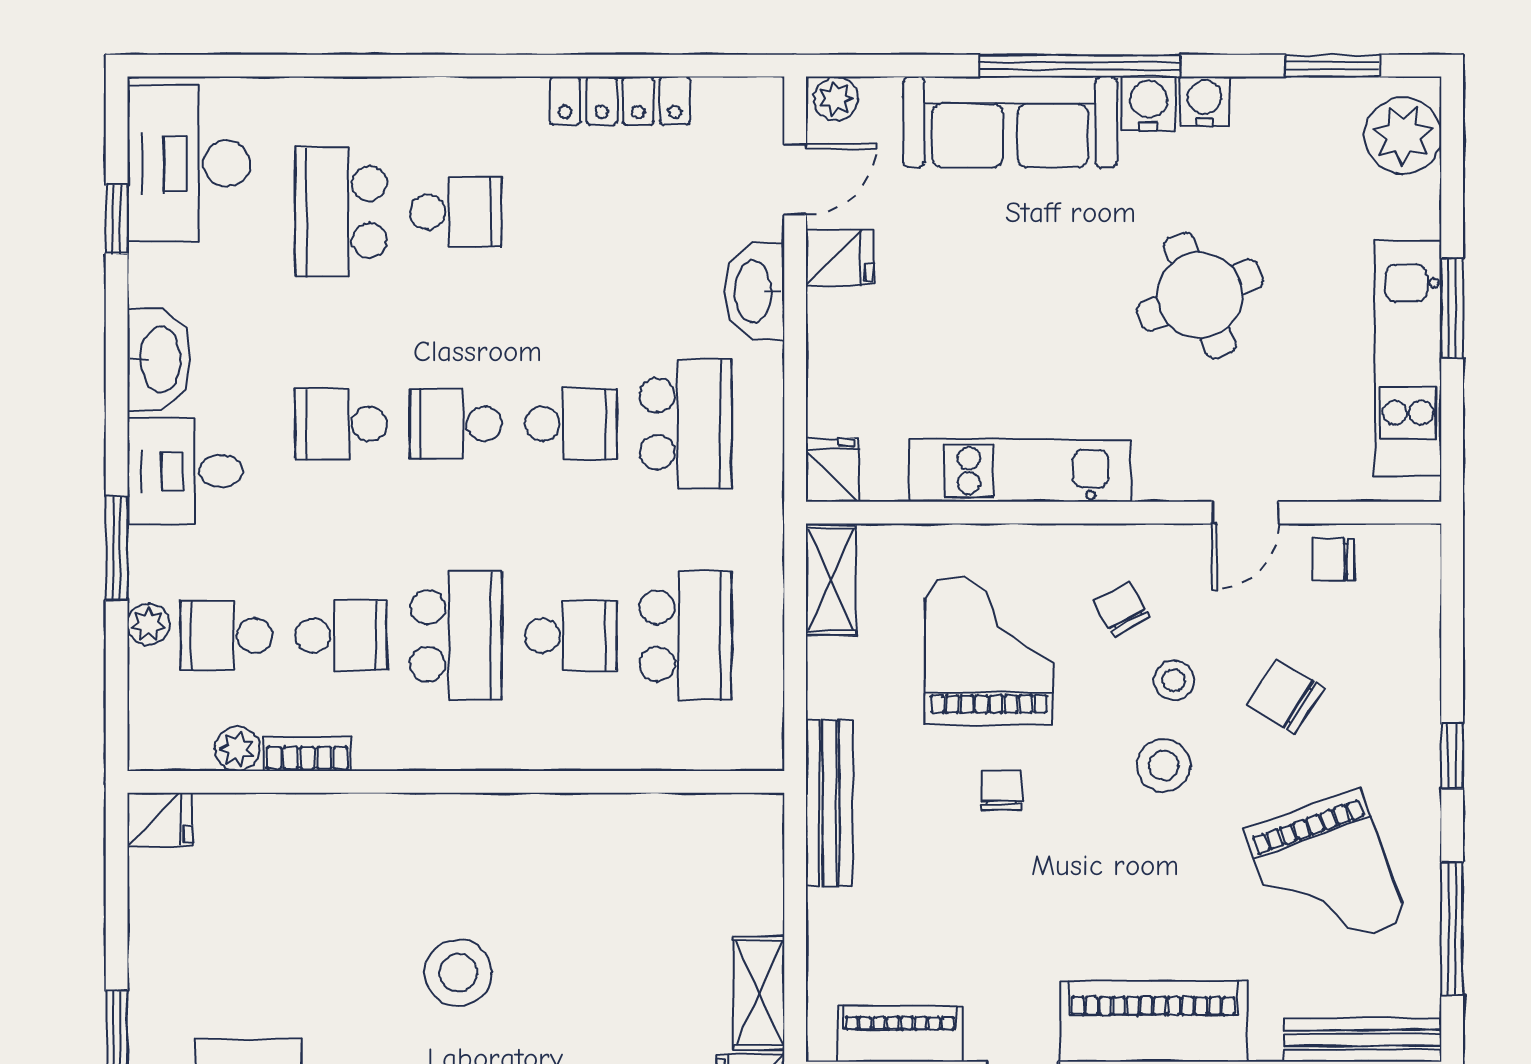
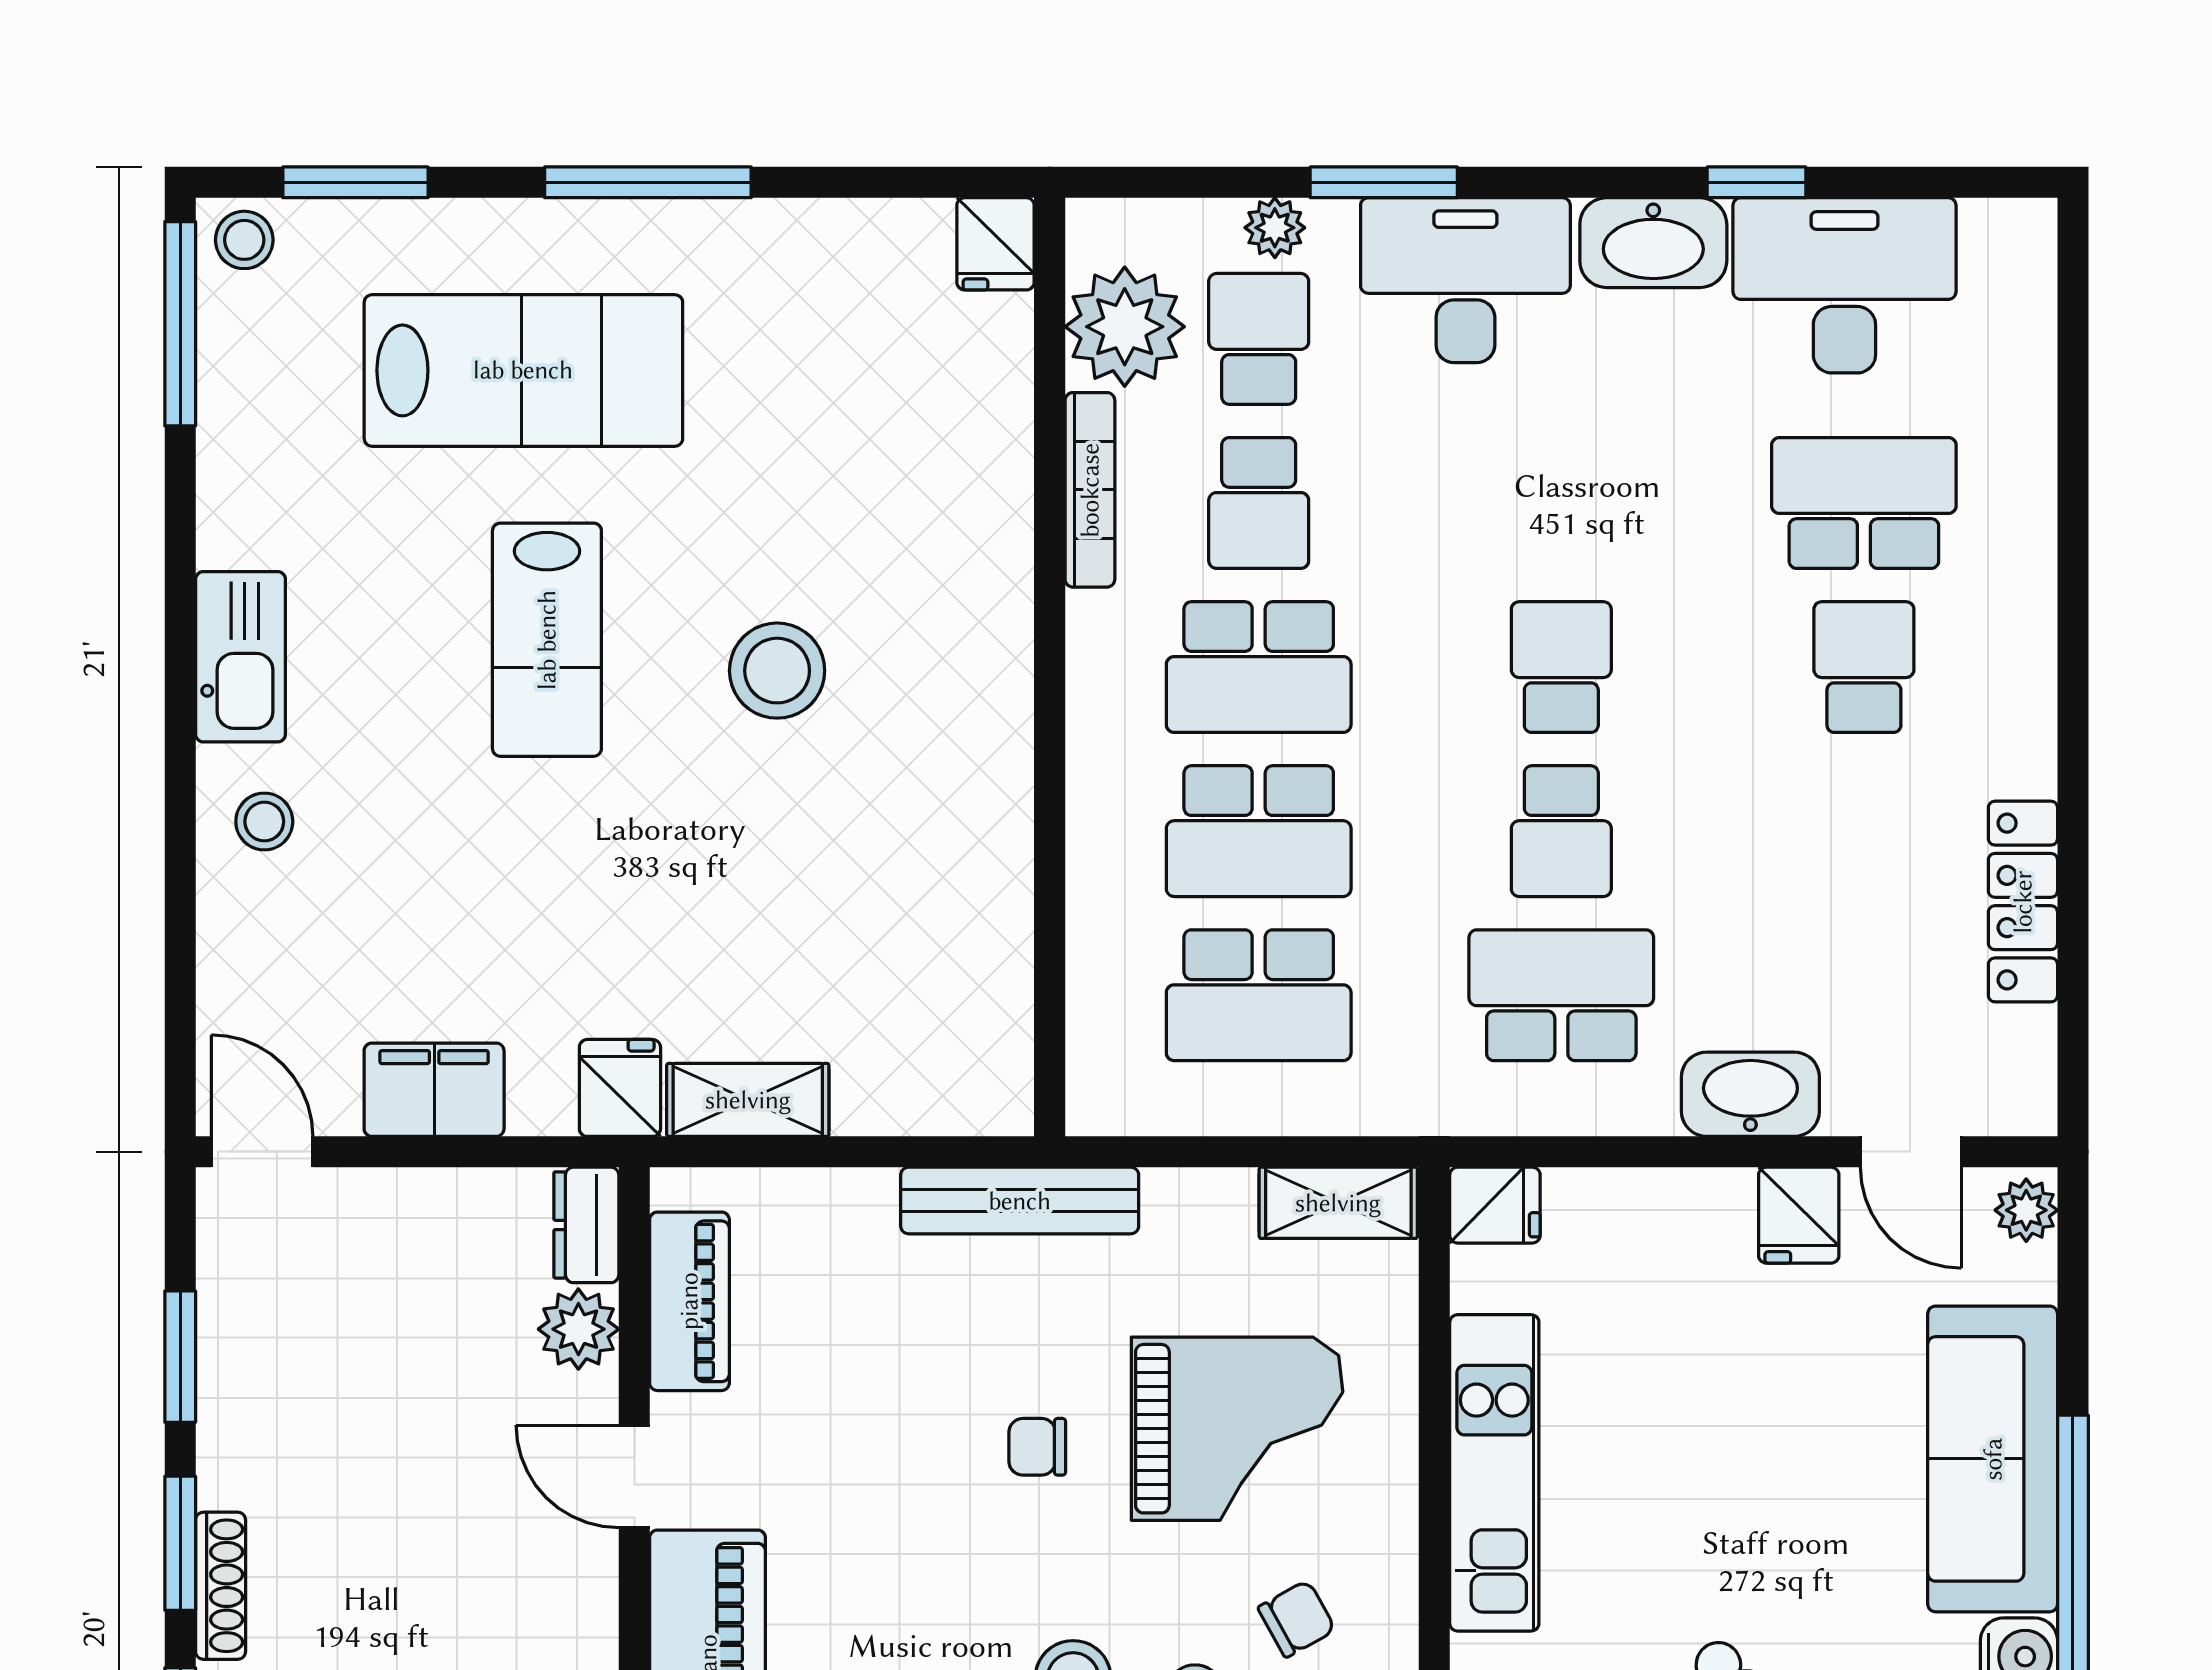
desk: (189, 164) -> (1844, 285), moved
school desk: (456, 212) -> (1864, 667), turned 180
window: (117, 219) -> (1756, 182), moved
school desk: (341, 424) -> (1561, 503), removed
school desk: (686, 424) -> (1561, 995), turned 180
desk: (185, 471) -> (1465, 280), width x1.37
school desk: (571, 636) -> (1259, 831), width x1.85
plant: (237, 749) -> (1125, 327), width x1.88, depth x1.88
bookcase: (307, 754) -> (1090, 490), width x1.56
chair: (1002, 791) -> (1037, 1447), turned 180

